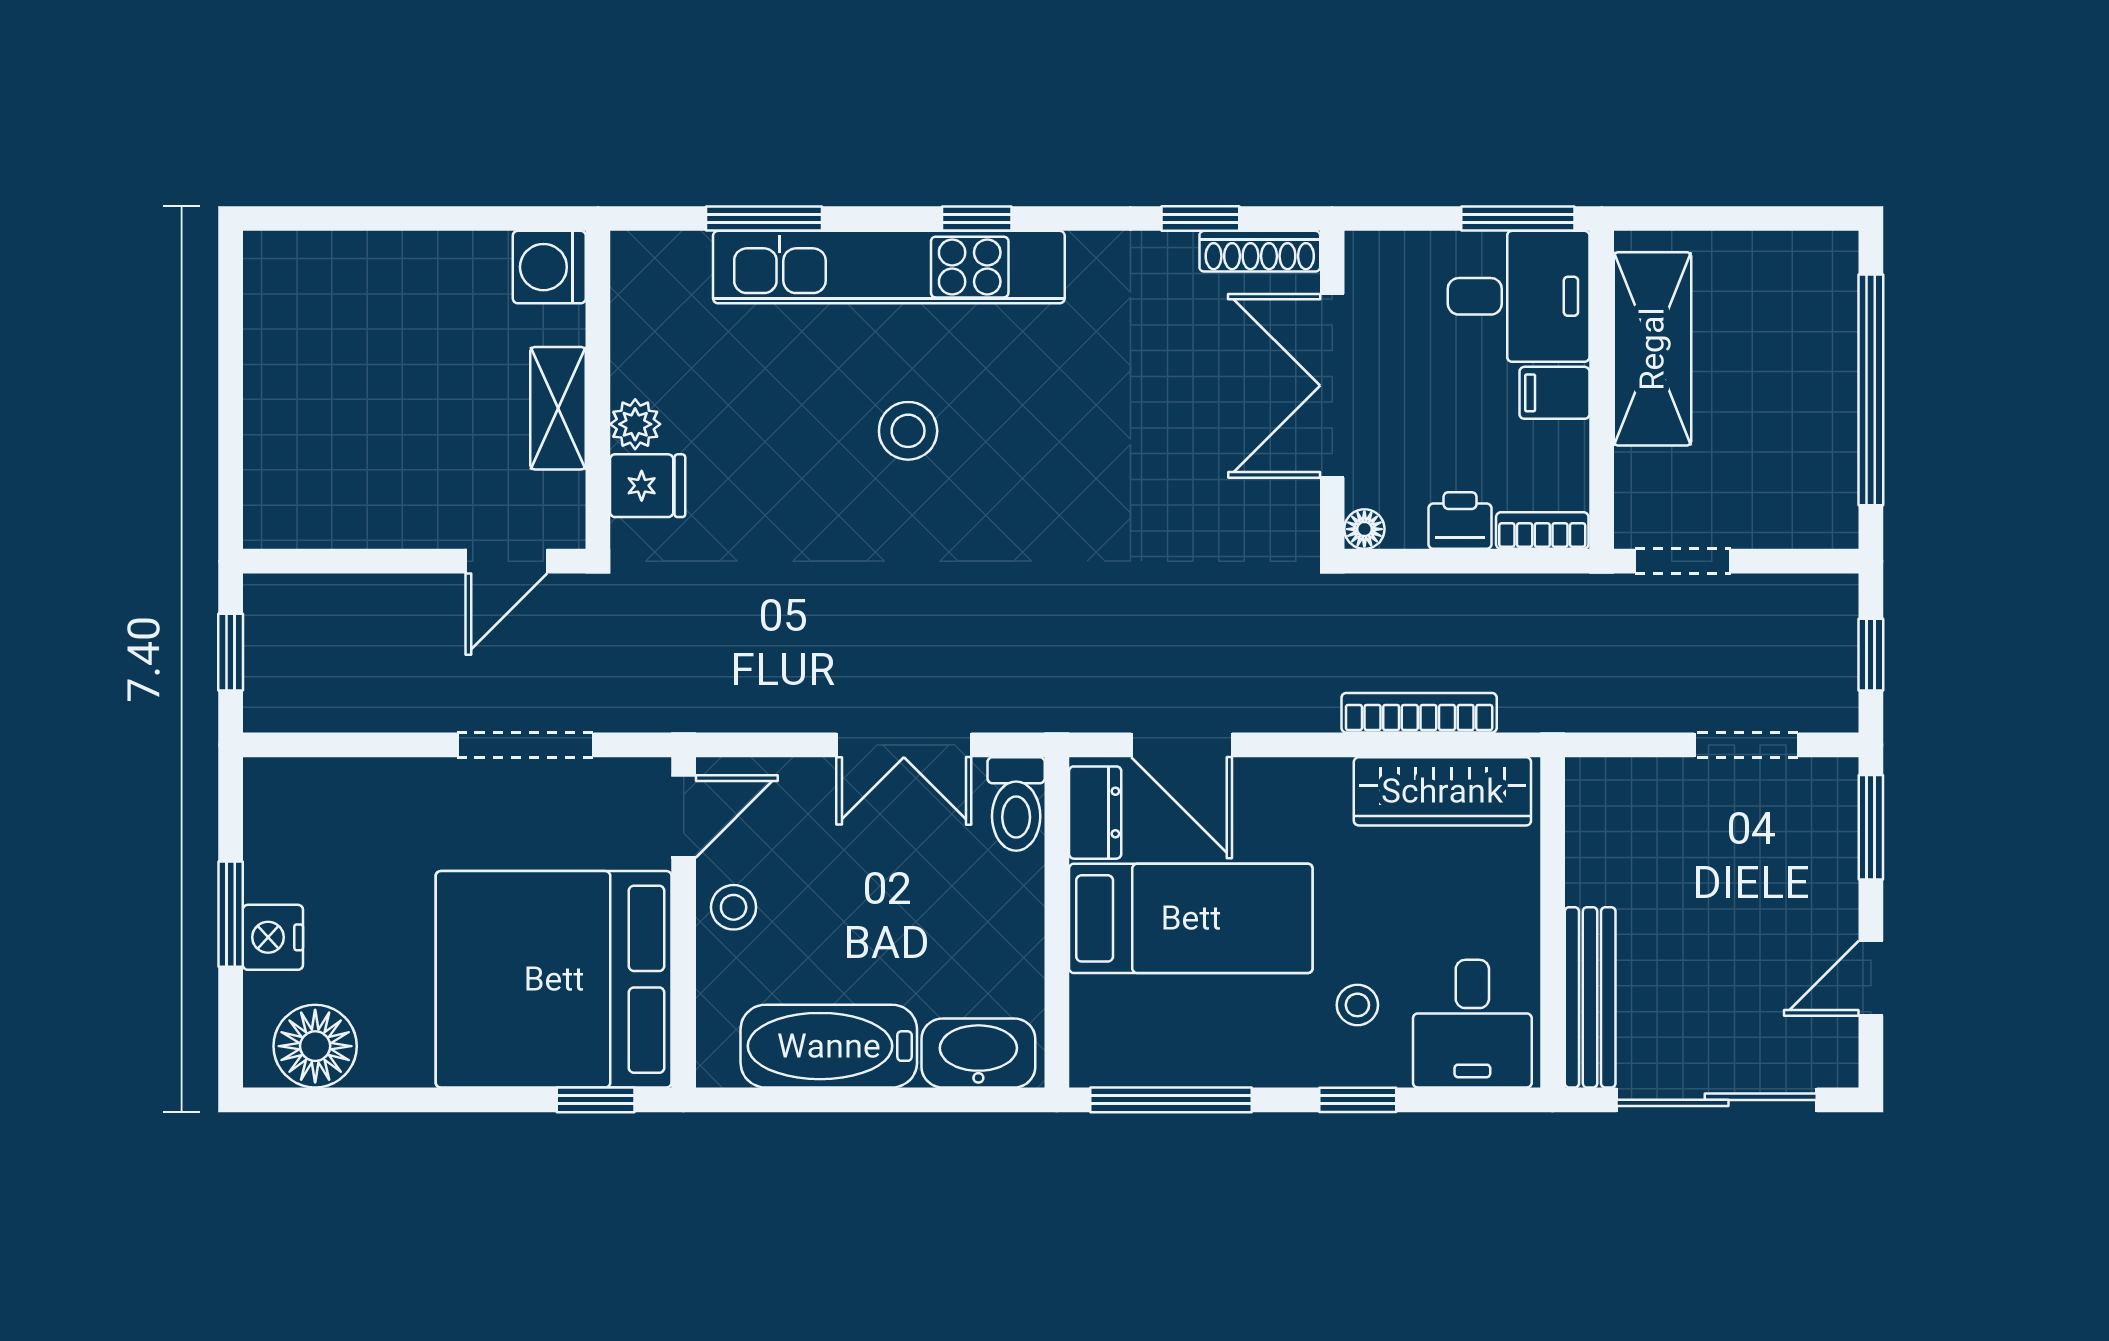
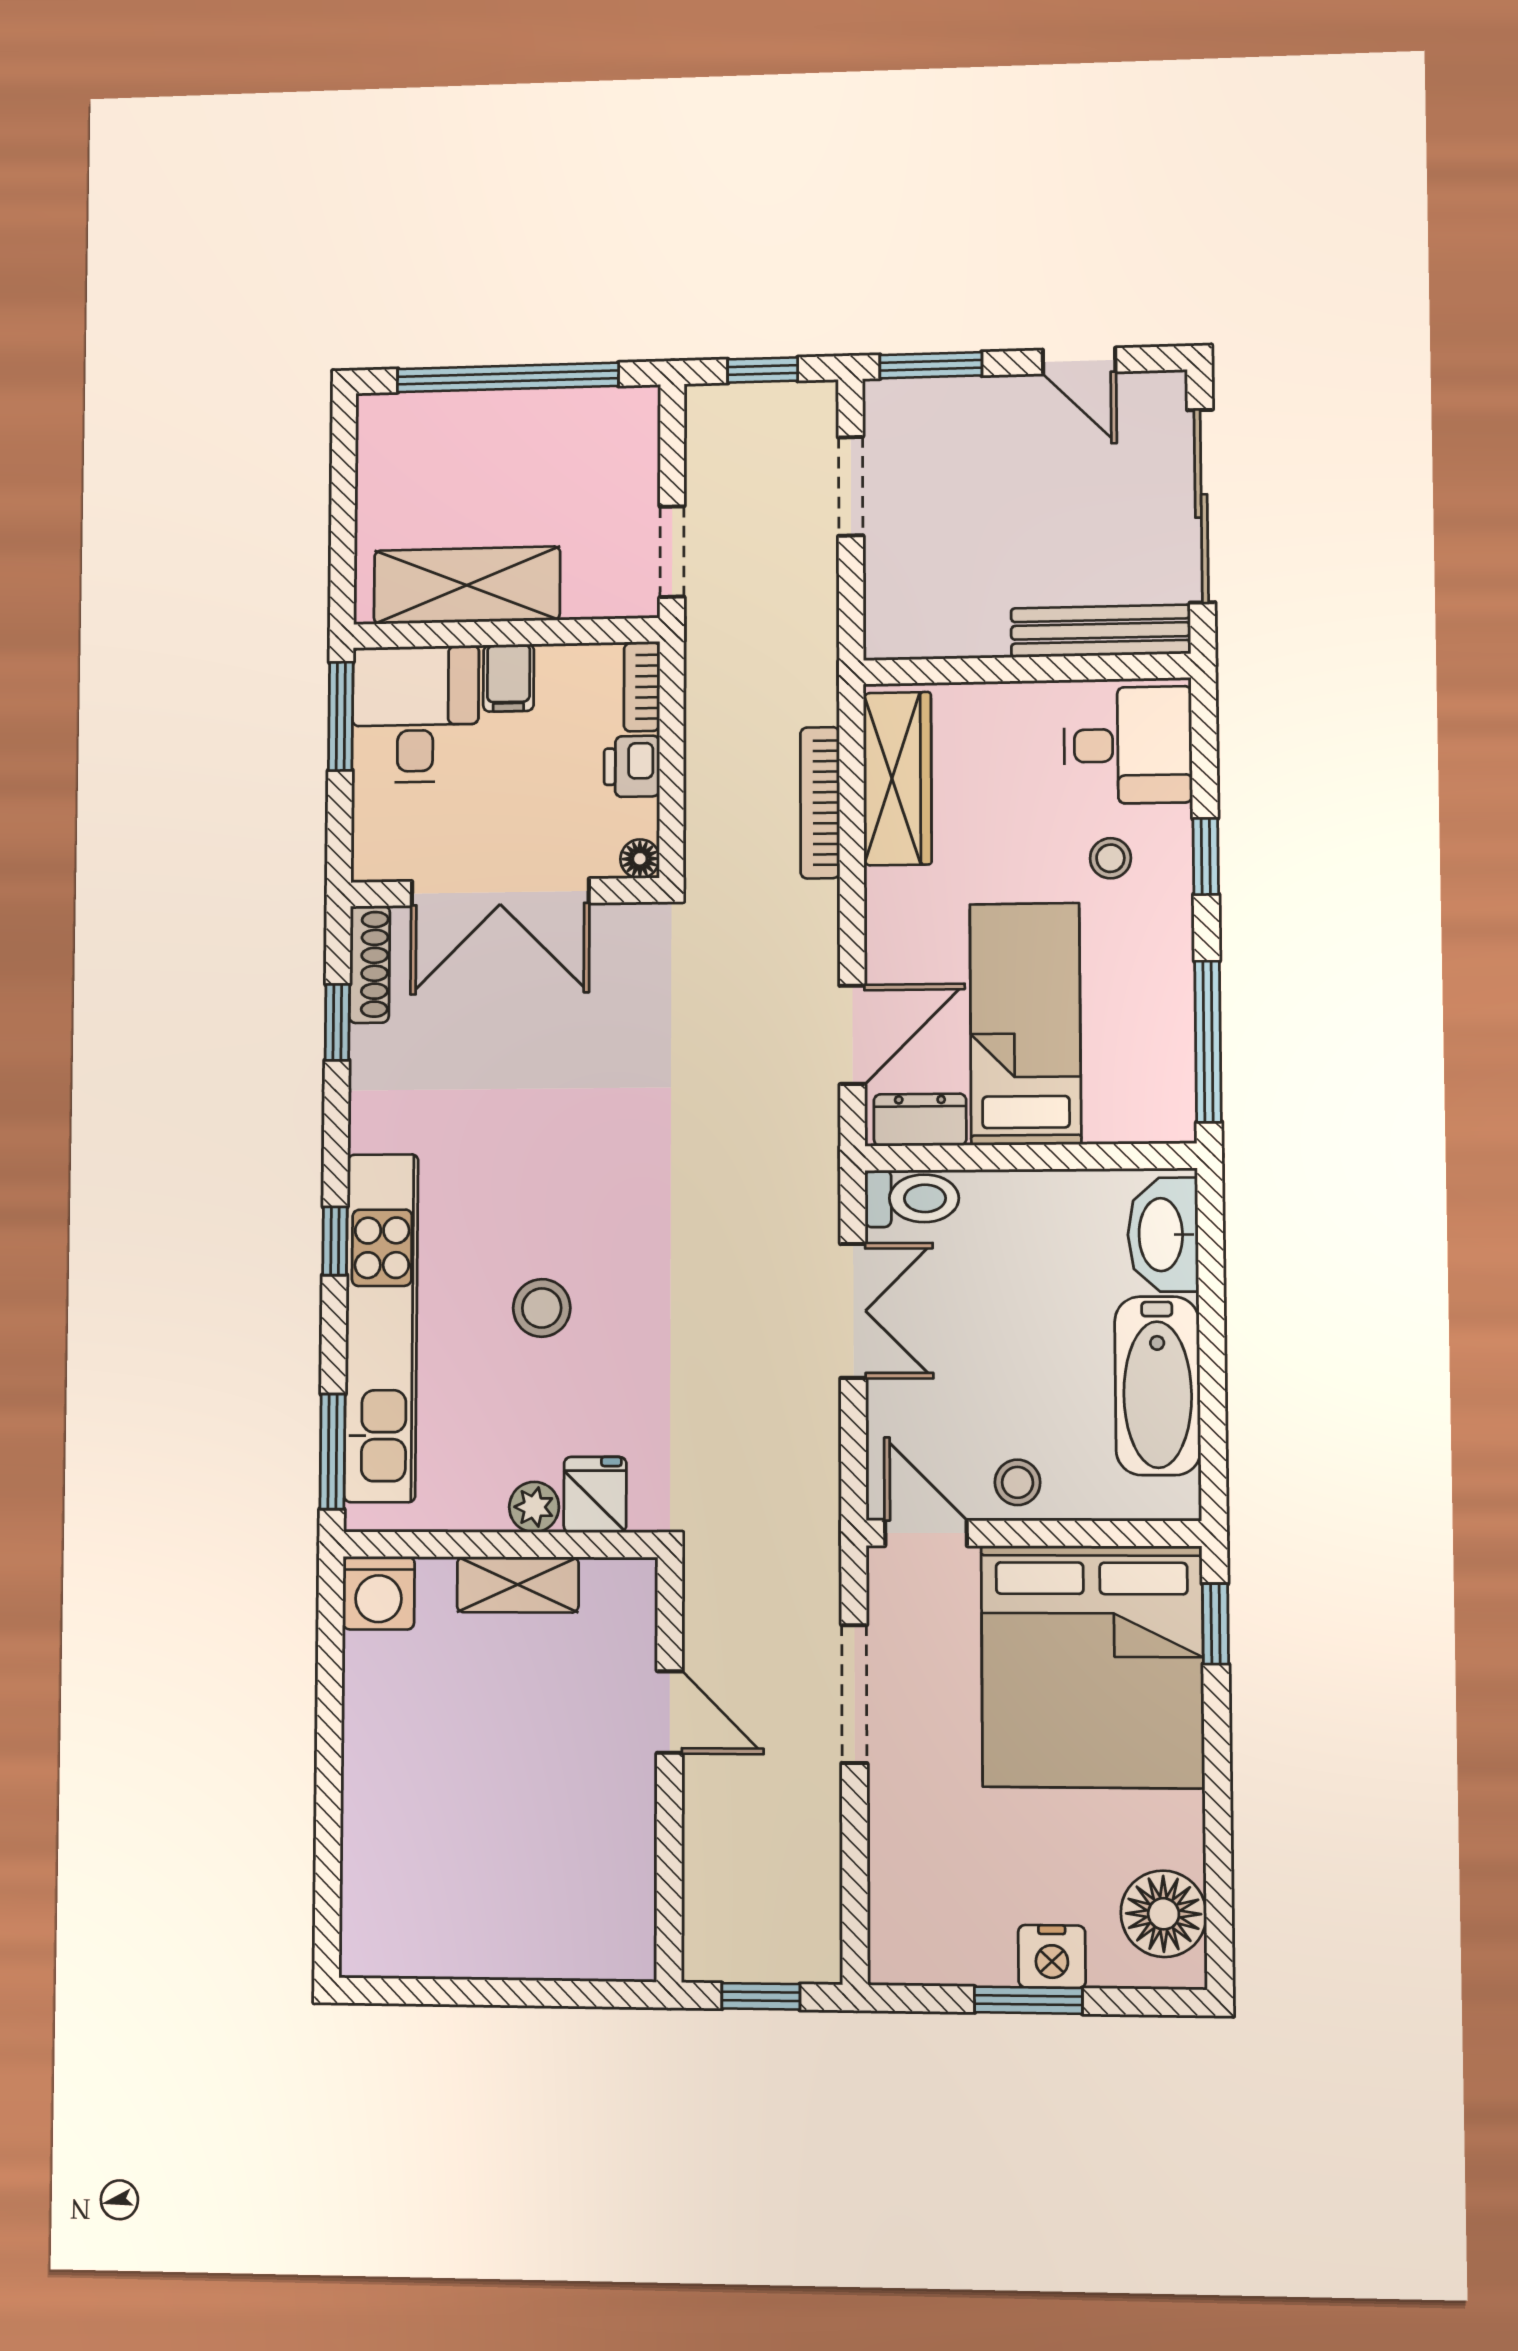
washing machine: (549, 267) -> (379, 1593), moved
wall: (598, 390) -> (500, 1544), moved
shelving: (558, 408) -> (518, 1585), moved
plant: (635, 424) -> (534, 1507), moved
fridge: (648, 486) -> (595, 1495), moved

